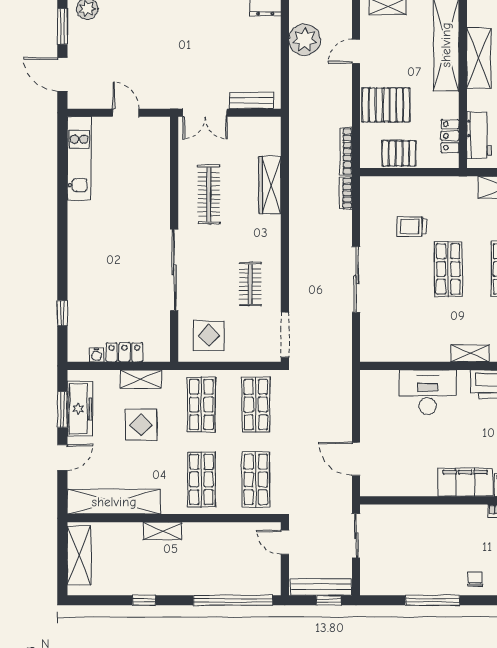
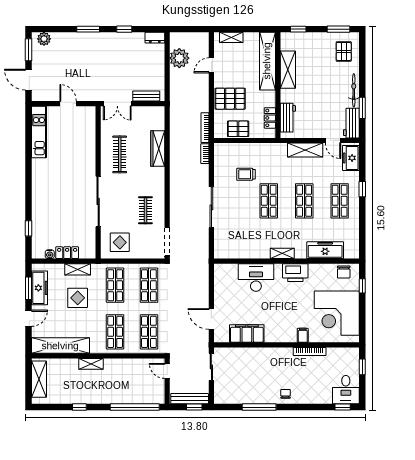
filing cabinet: (465, 482) -> (247, 334), moved

